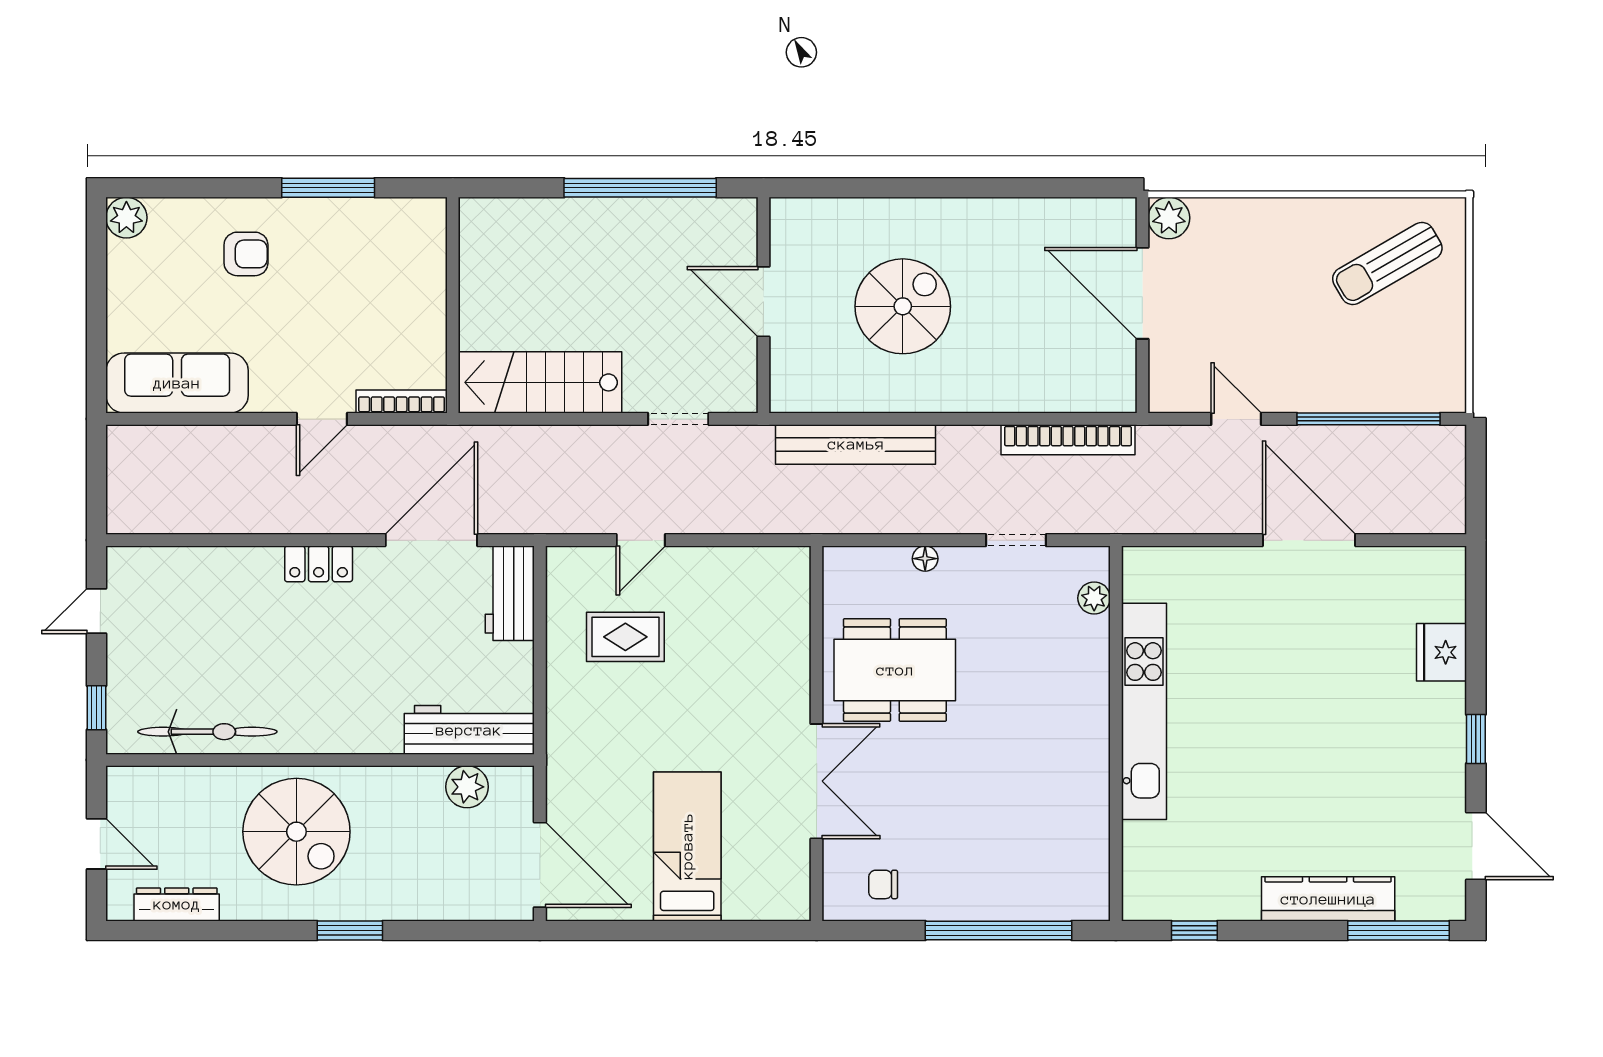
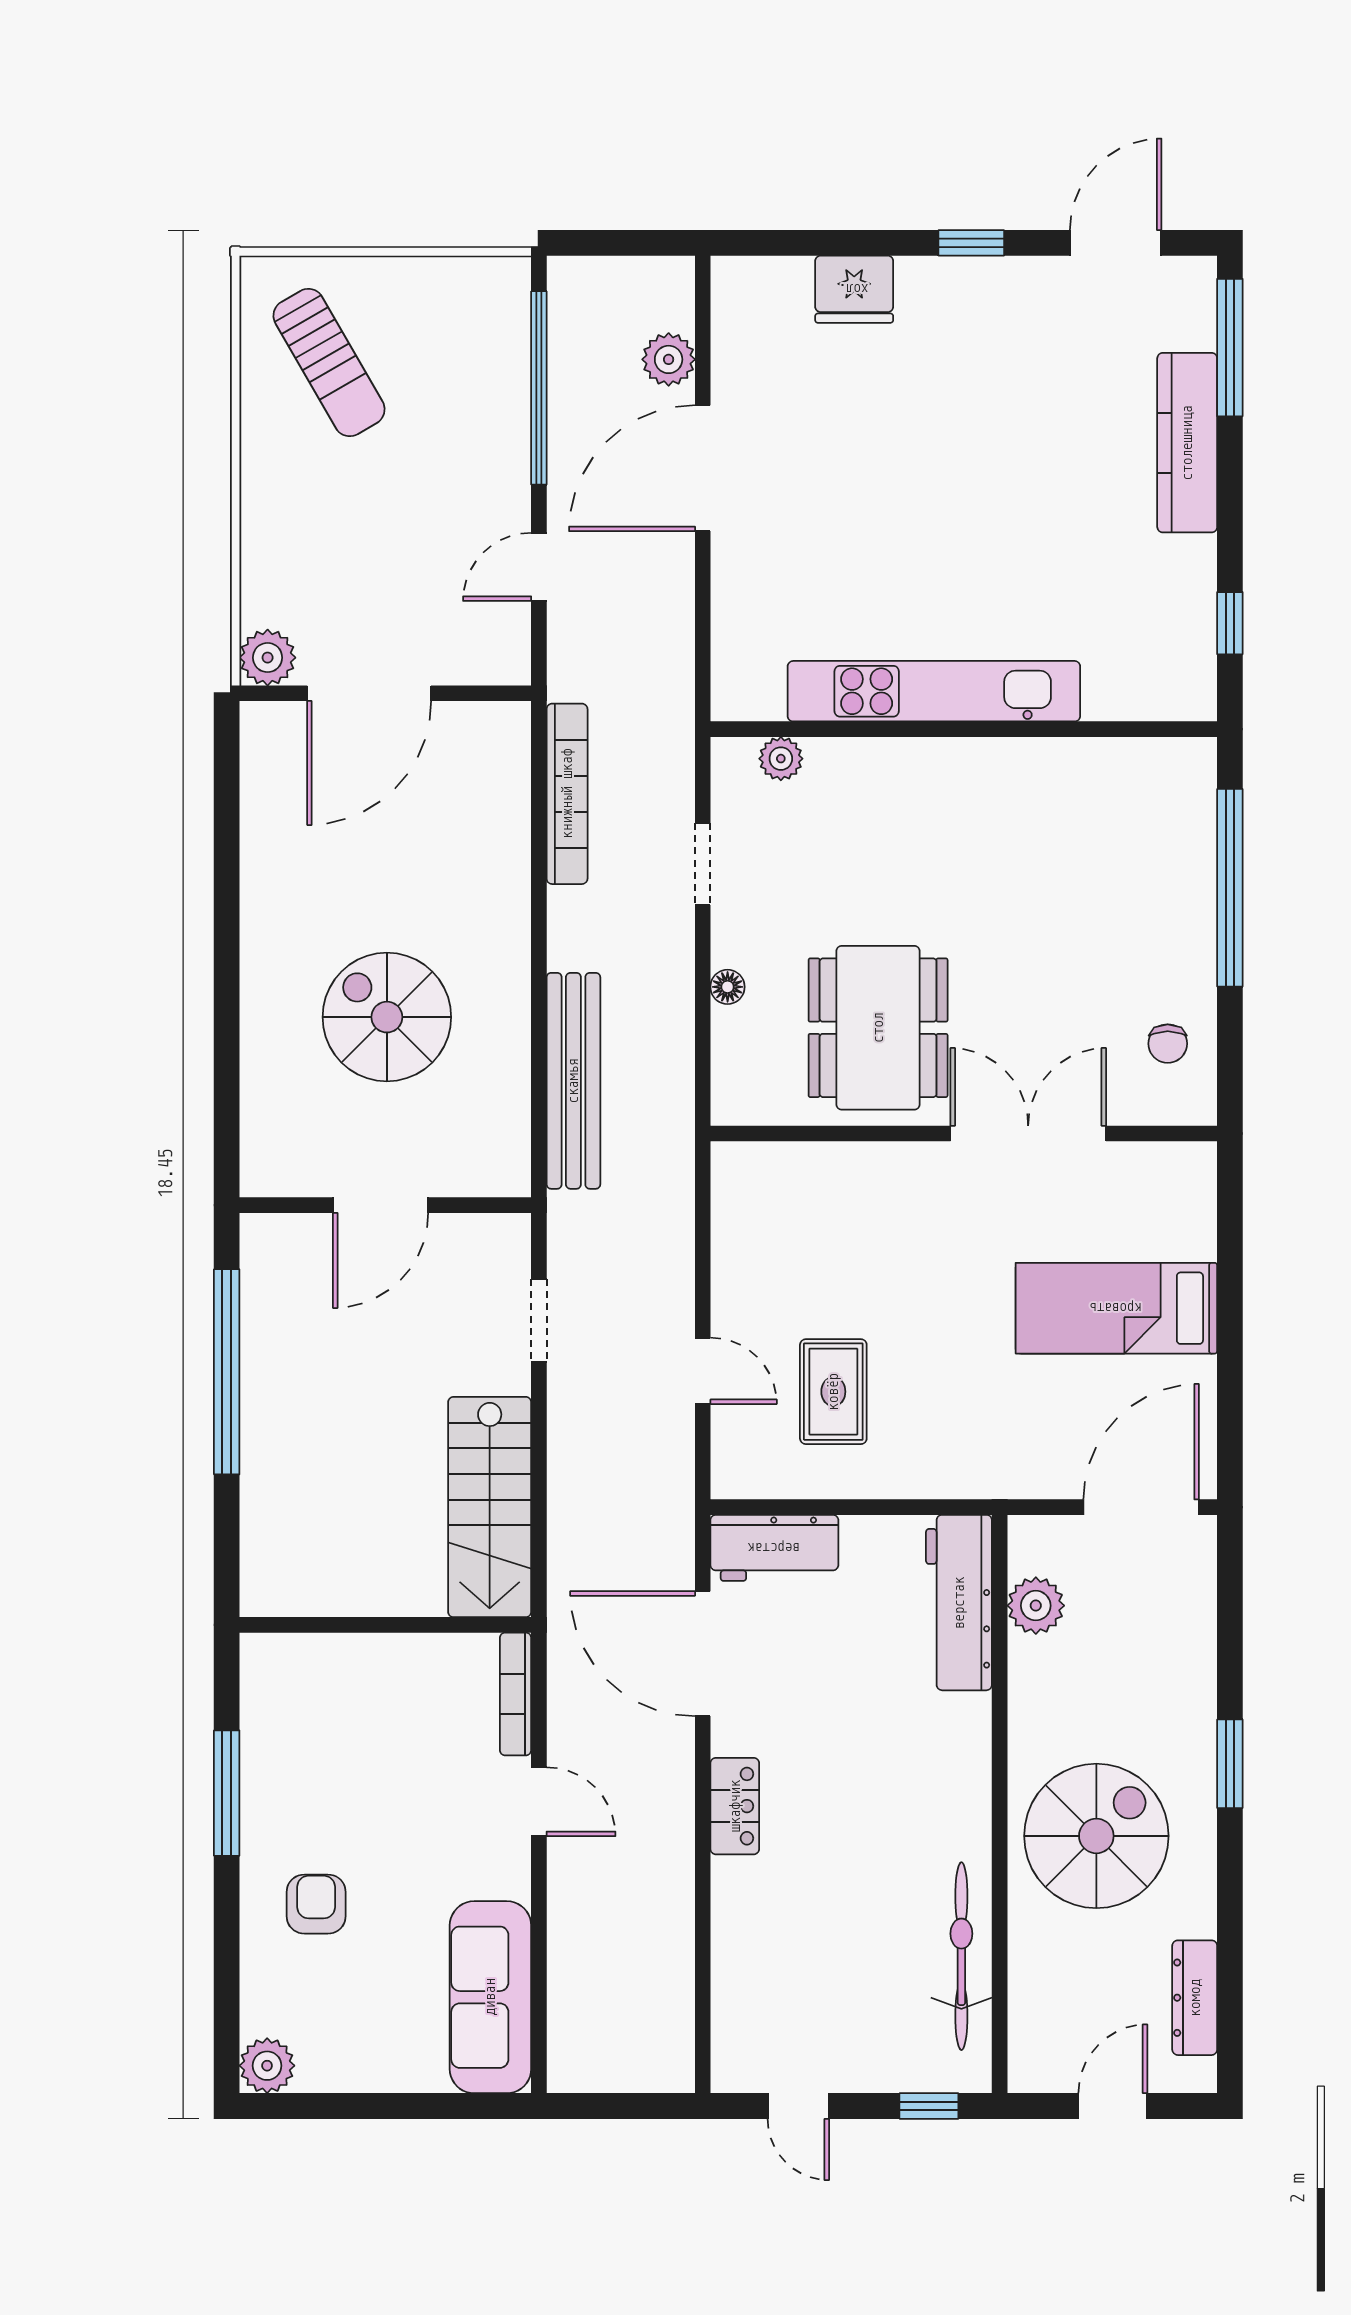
plant: (1390, 515) -> (669, 359), added

